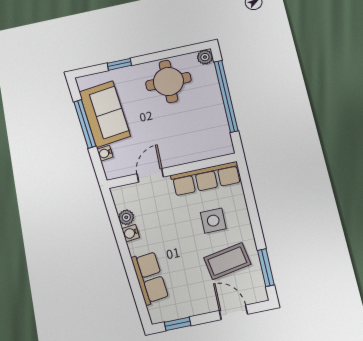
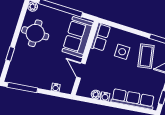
sofa: (105, 114) -> (78, 37), moved, turned -83
window: (85, 124) -> (22, 88), moved
row of seats: (206, 179) -> (101, 37), width x0.68
row of seats: (150, 278) -> (133, 99), width x1.48

